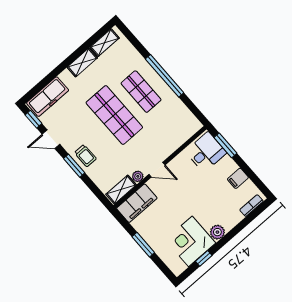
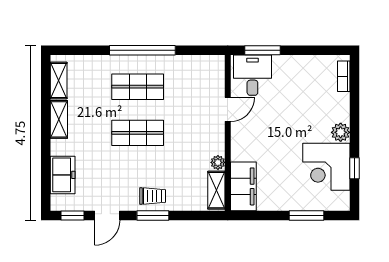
freezer: (48, 97) -> (63, 175), width x0.71
shop shelf: (114, 115) -> (138, 133), width x0.70, depth x0.74
door: (157, 170) -> (228, 109), moved
filing cabinet: (238, 178) -> (306, 66), removed
window: (143, 245) -> (307, 216), moved

